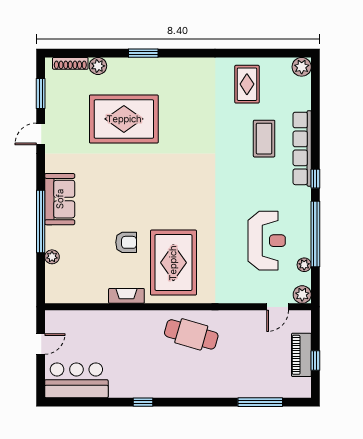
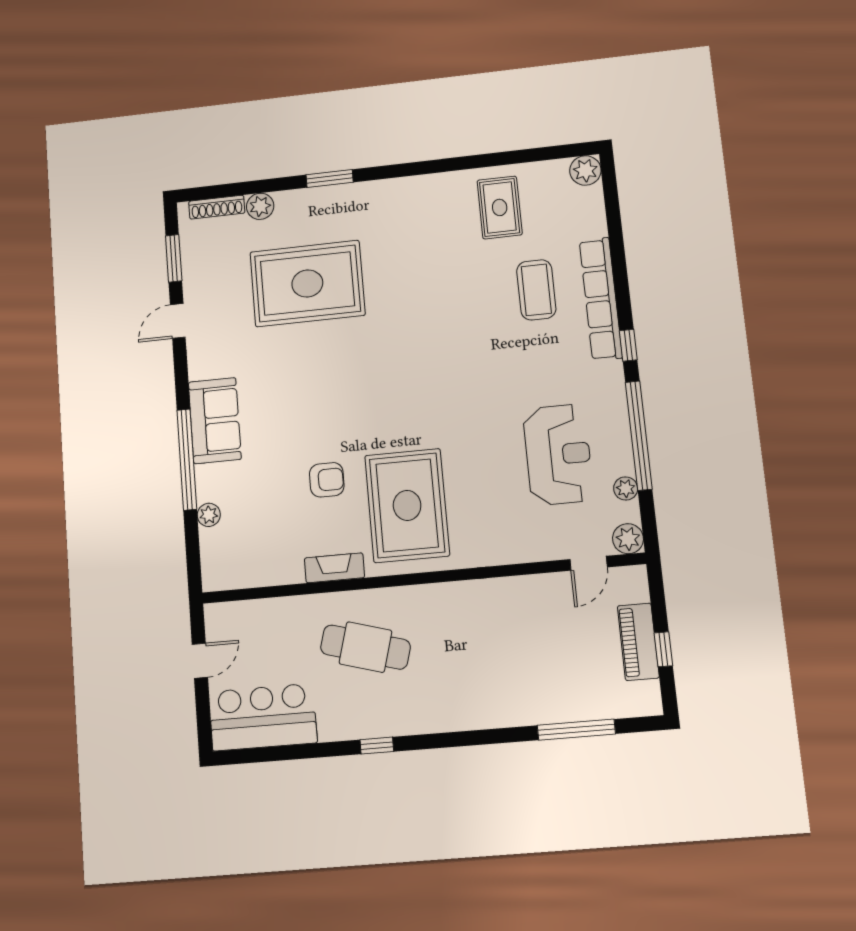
cafe table: (191, 334) -> (365, 647), moved

